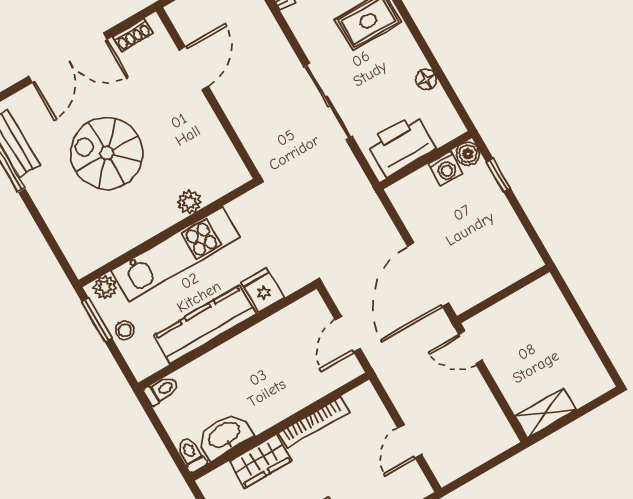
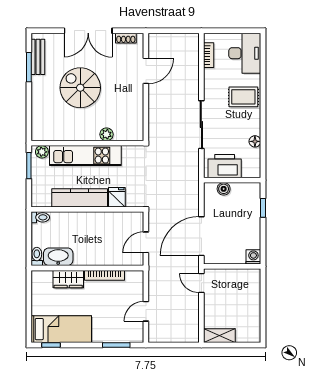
boiler: (468, 154) -> (224, 189), moved
washing machine: (446, 168) -> (253, 257), moved, turned 180
stool: (125, 330) -> (39, 178), removed

